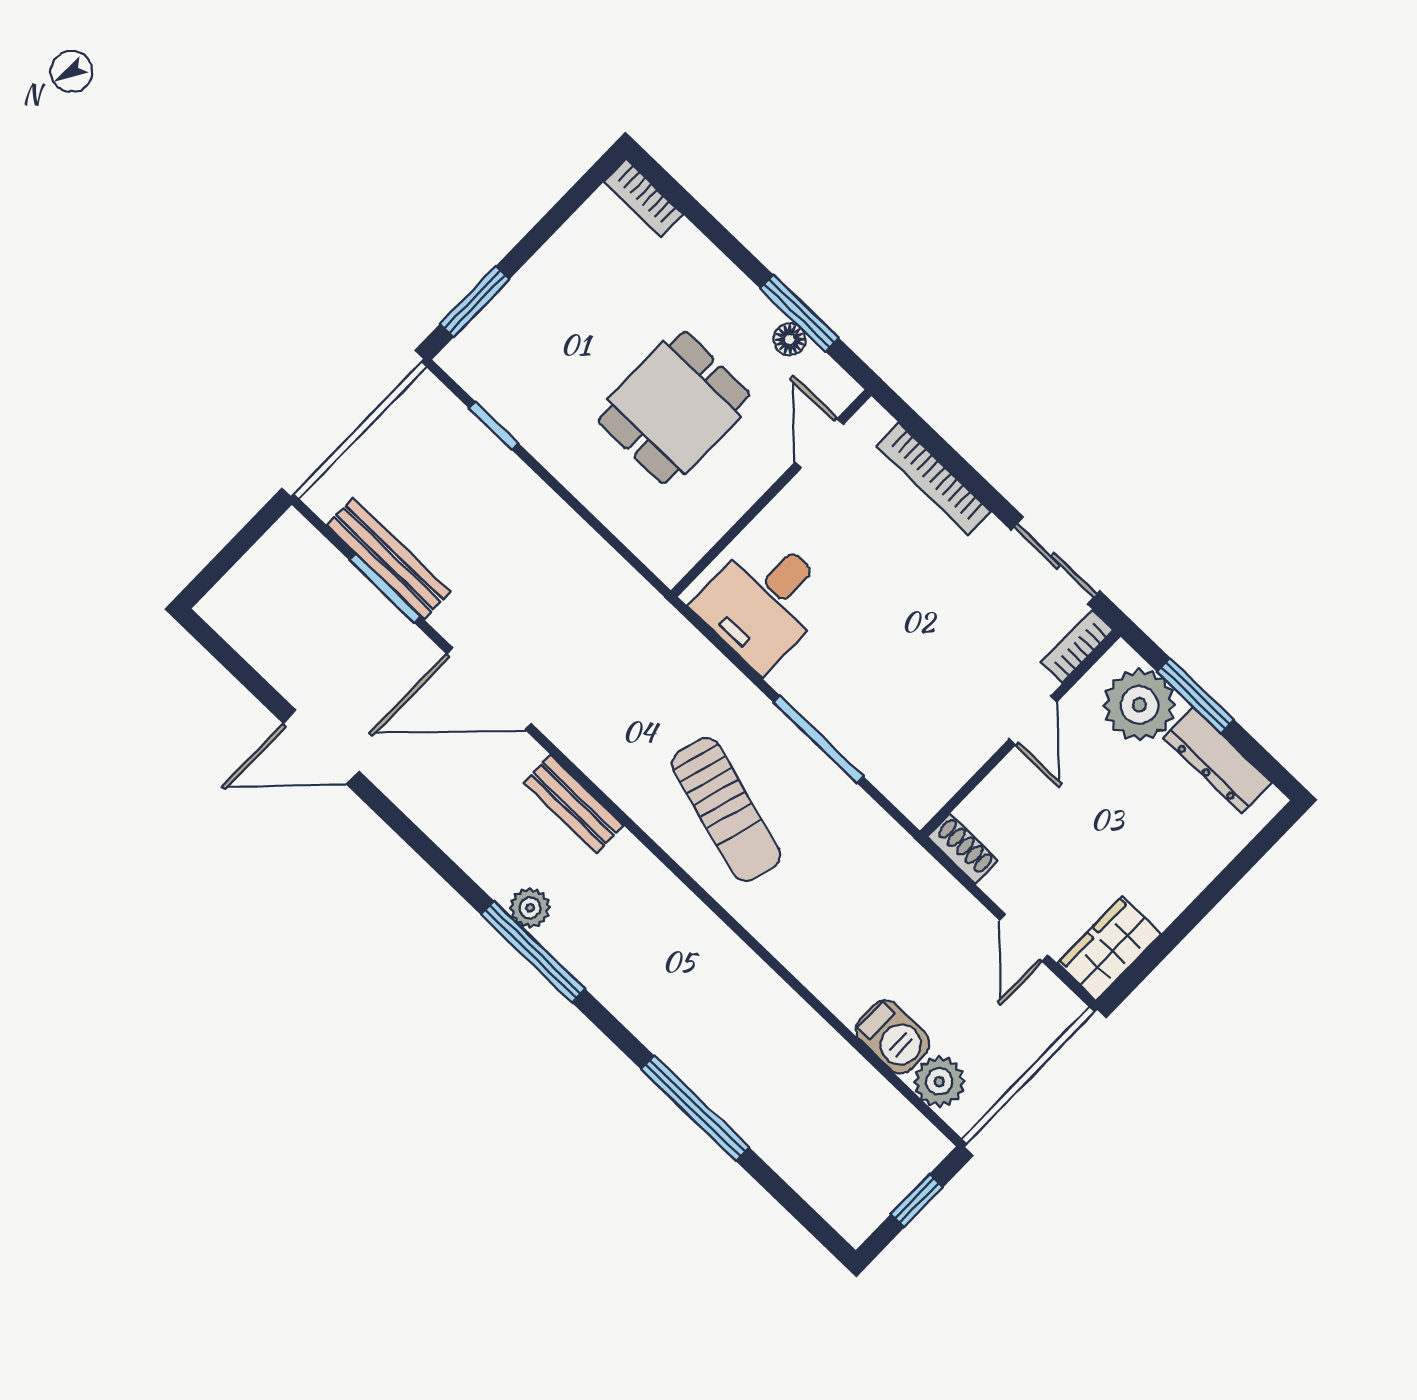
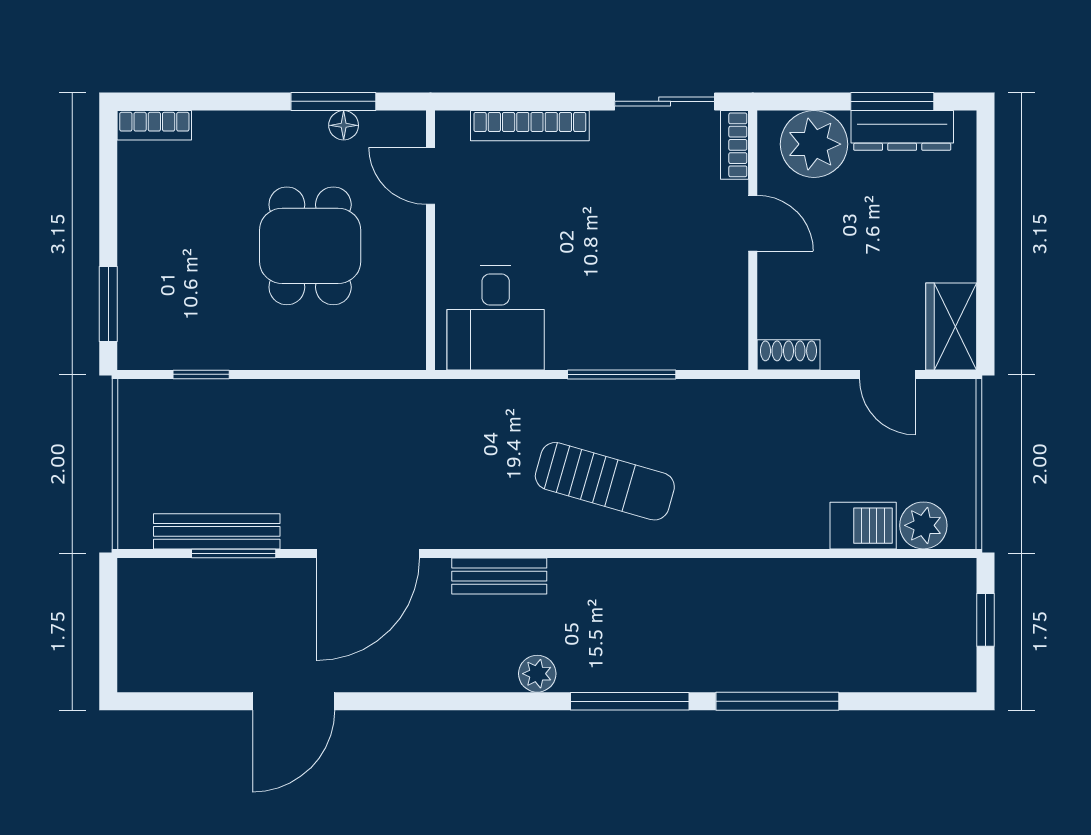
window: (1195, 695) -> (892, 101), moved
window: (533, 952) -> (630, 701), moved

